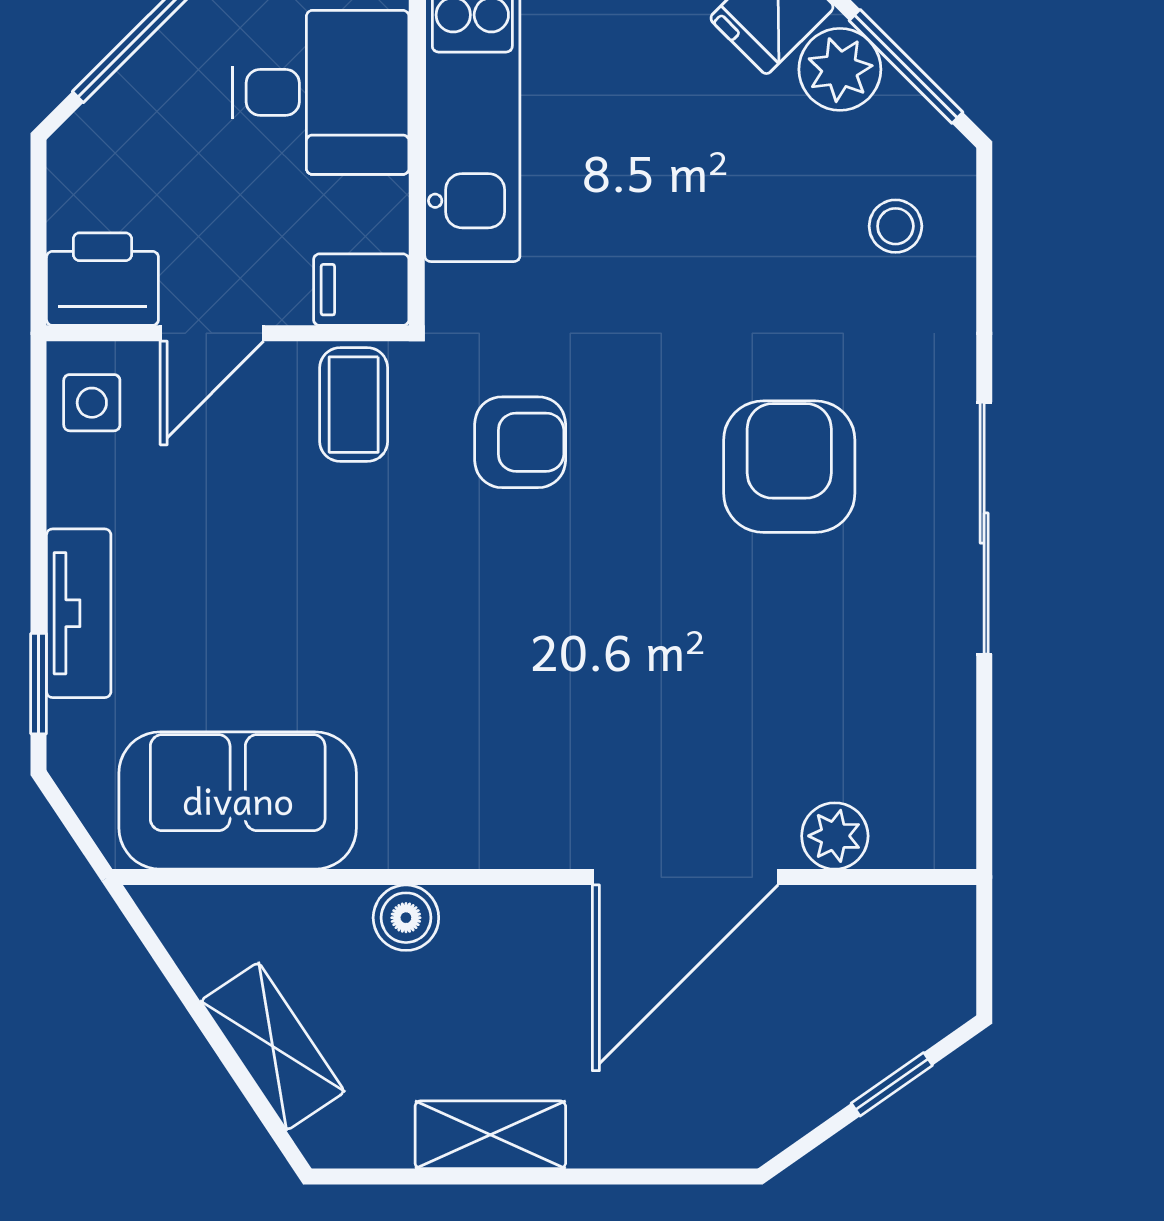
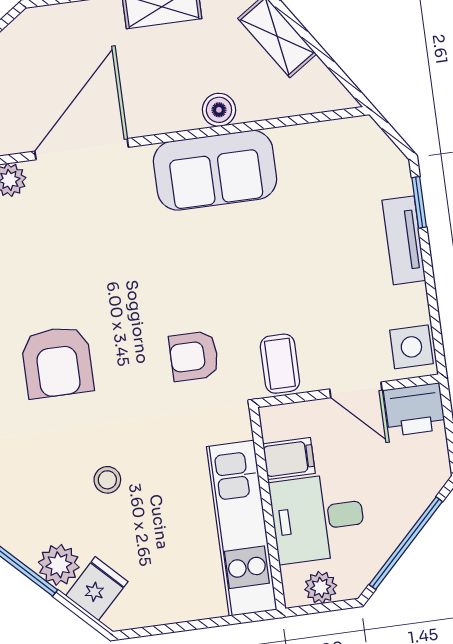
stool: (895, 226) -> (107, 480), moved
filing cabinet: (361, 290) -> (289, 459), moved
door: (212, 333) -> (356, 390), swing flipped
side table: (92, 403) -> (411, 347), width x1.37, depth x1.37
sofa: (238, 800) -> (215, 170), moved

